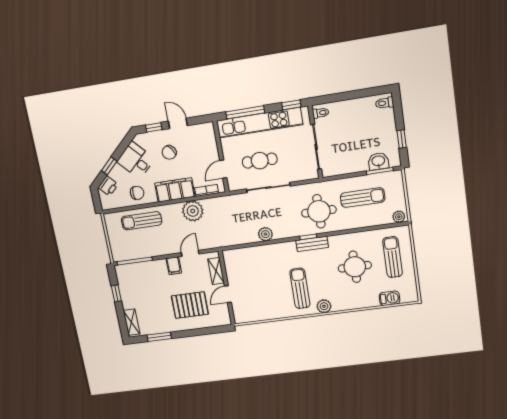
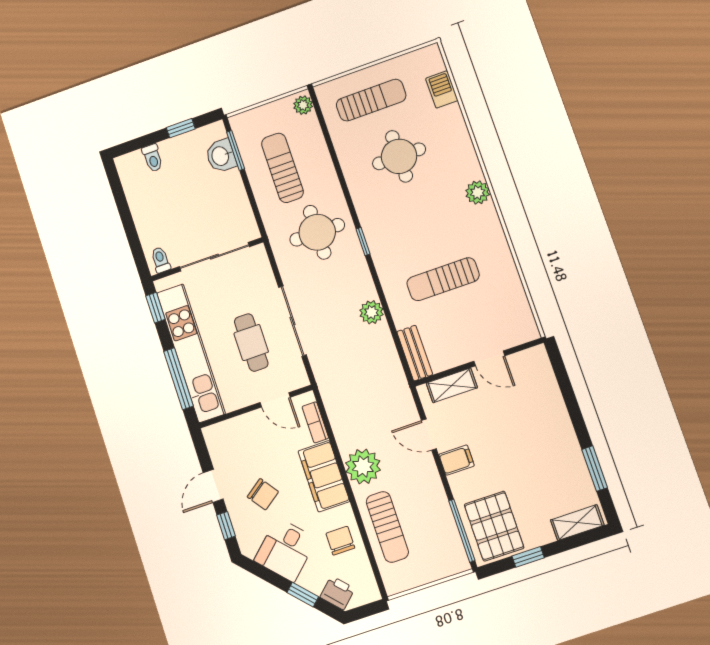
toilet: (385, 103) -> (153, 158), moved
plant: (193, 211) -> (363, 466), moved
bench: (312, 244) -> (415, 353), moved
sun lounger: (393, 257) -> (371, 100), turned 180
sun lounger: (300, 288) -> (443, 279), moved
pallet: (190, 305) -> (494, 526), moved

